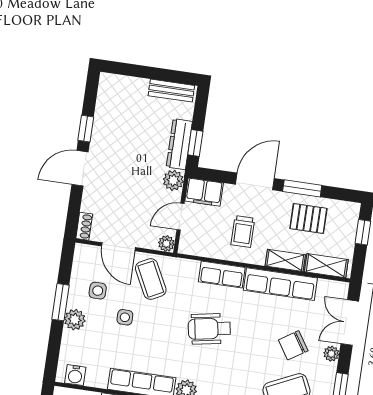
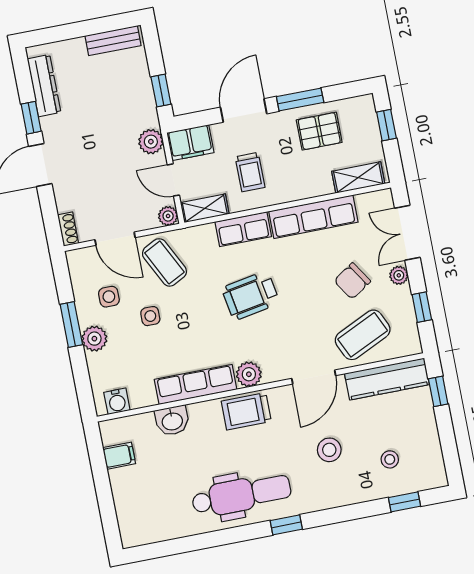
dresser: (179, 144) -> (44, 86), moved, turned 180
door: (181, 217) -> (173, 180), hinge flipped
shelving: (285, 260) -> (205, 208), moved

